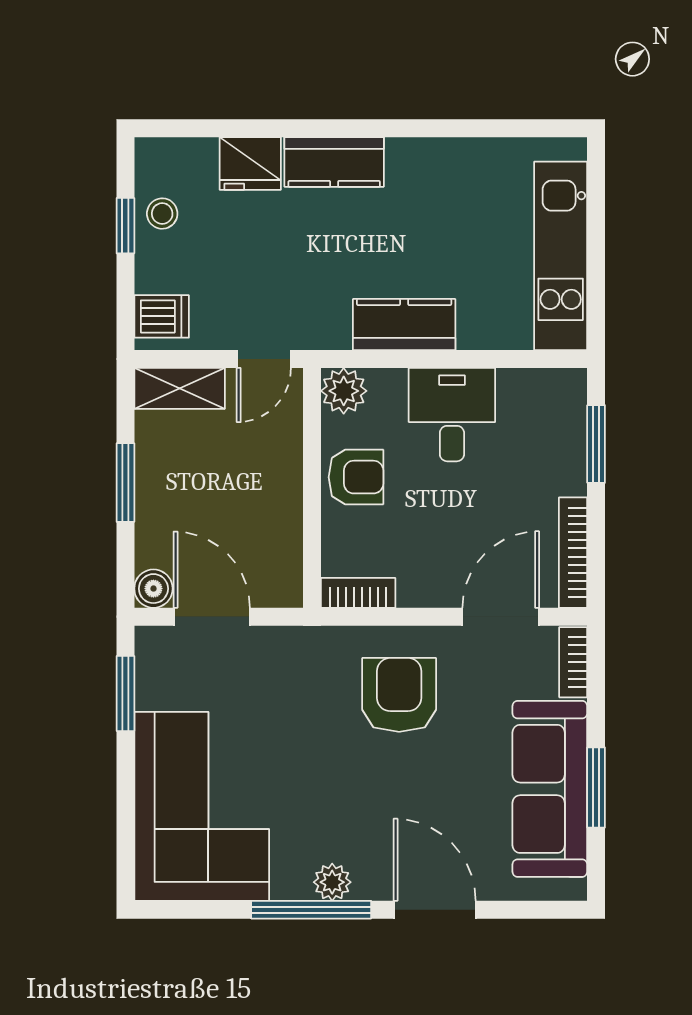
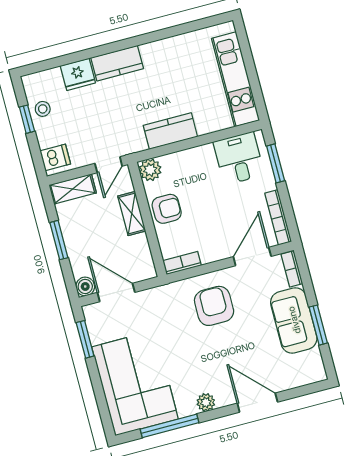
desk: (452, 415) -> (239, 158), moved
shelving: (284, 468) -> (132, 213), added
sofa: (550, 789) -> (294, 320), width x0.73
window: (311, 910) -> (169, 426), moved

